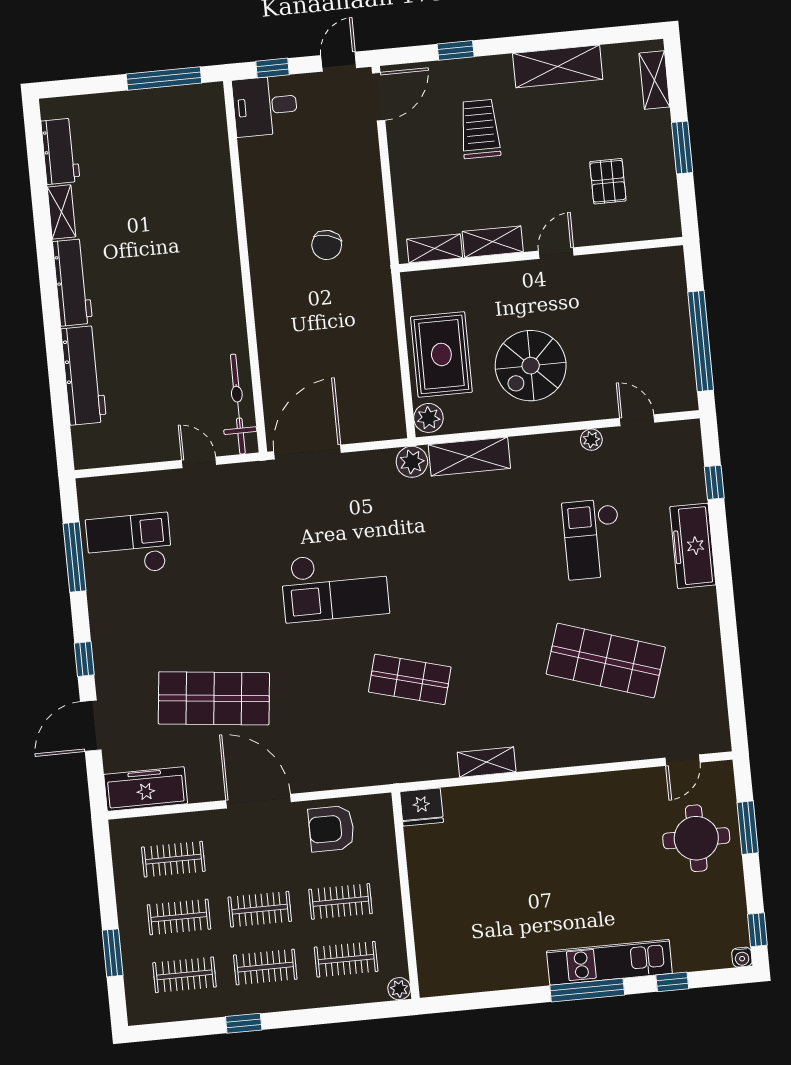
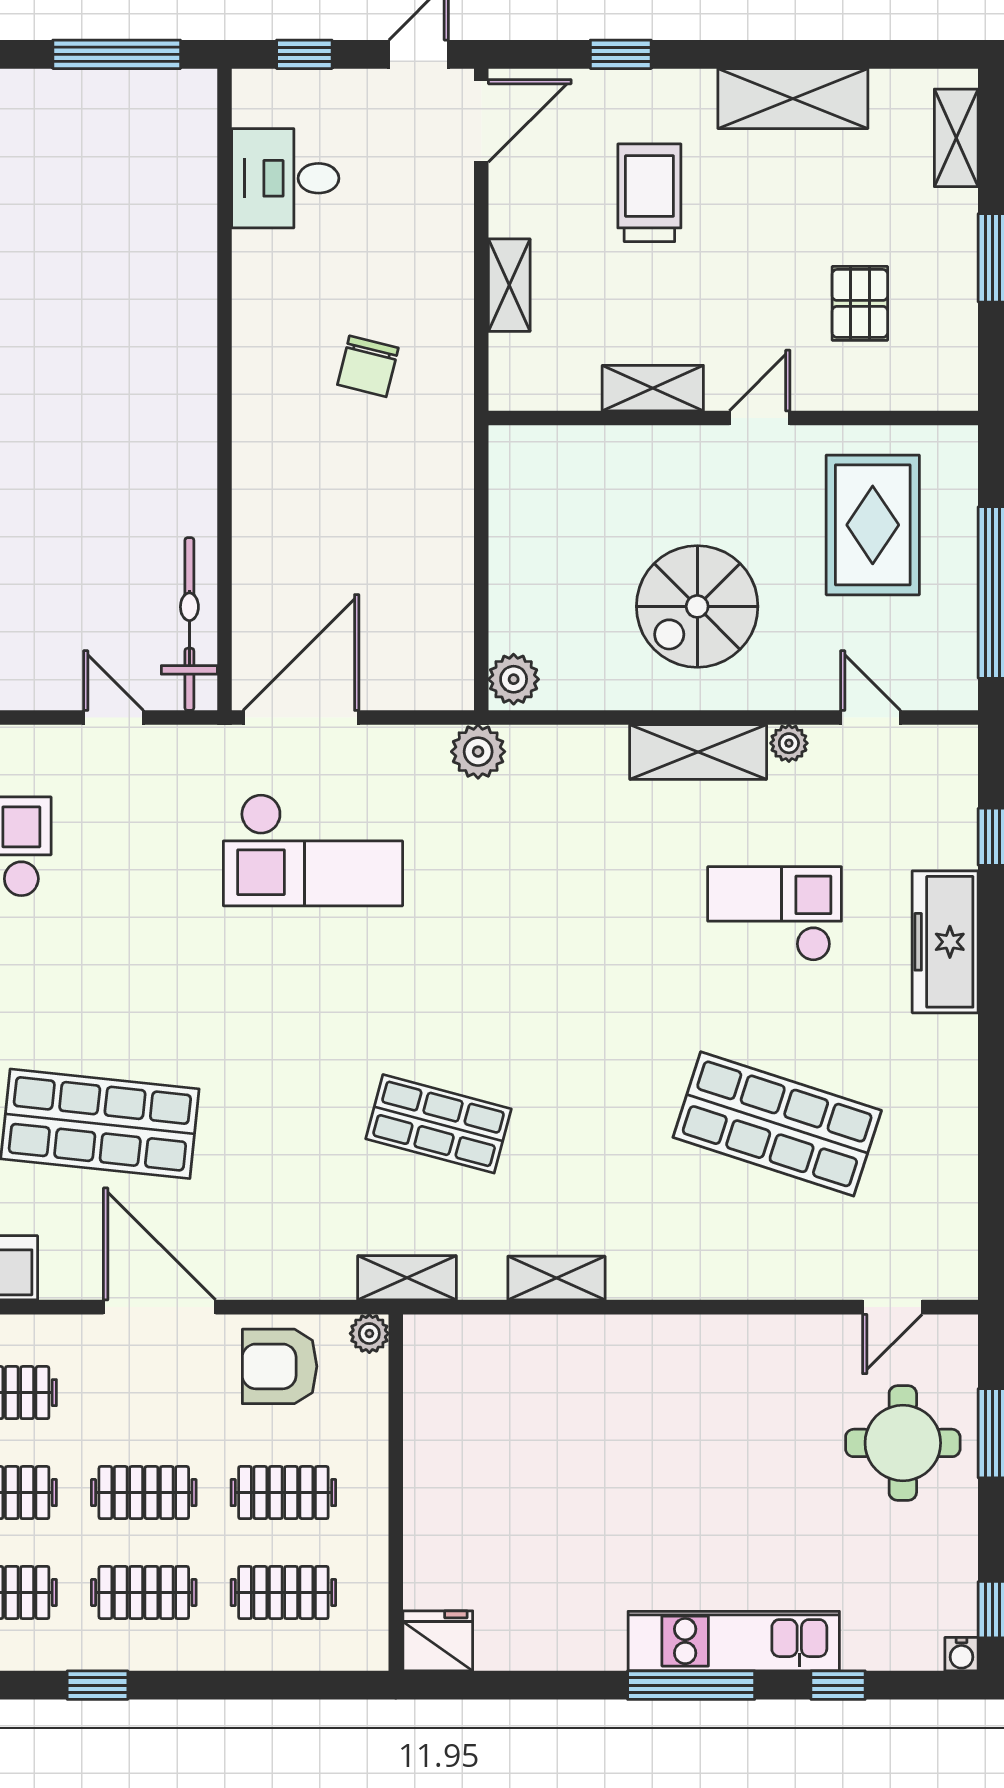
desk: (265, 106) -> (285, 178), moved
shelving: (435, 248) -> (509, 285), moved, turned 90
rug: (441, 354) -> (873, 525), moved
shelving: (469, 457) -> (698, 752), moved
checkout: (593, 539) -> (775, 914), turned 90
checkout: (335, 586) -> (313, 850), moved
shelving: (400, 770) -> (407, 1278), added
fridge: (422, 807) -> (438, 1641), moved, turned 180
plant: (399, 989) -> (369, 1334), moved

